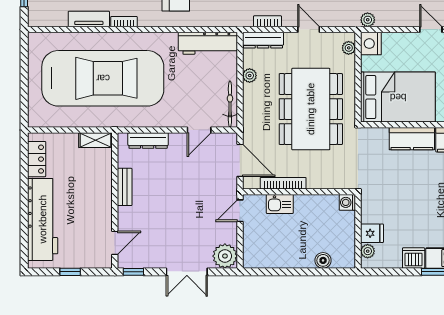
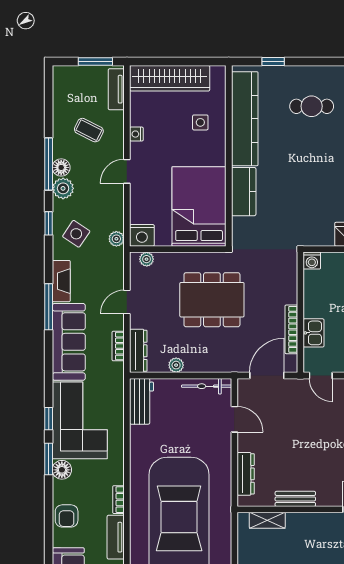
workbench: (208, 43) -> (142, 401), width x0.73
dining table: (311, 109) -> (212, 300), width x0.73, depth x0.80
shelving: (95, 140) -> (267, 520), moved, turned 90

